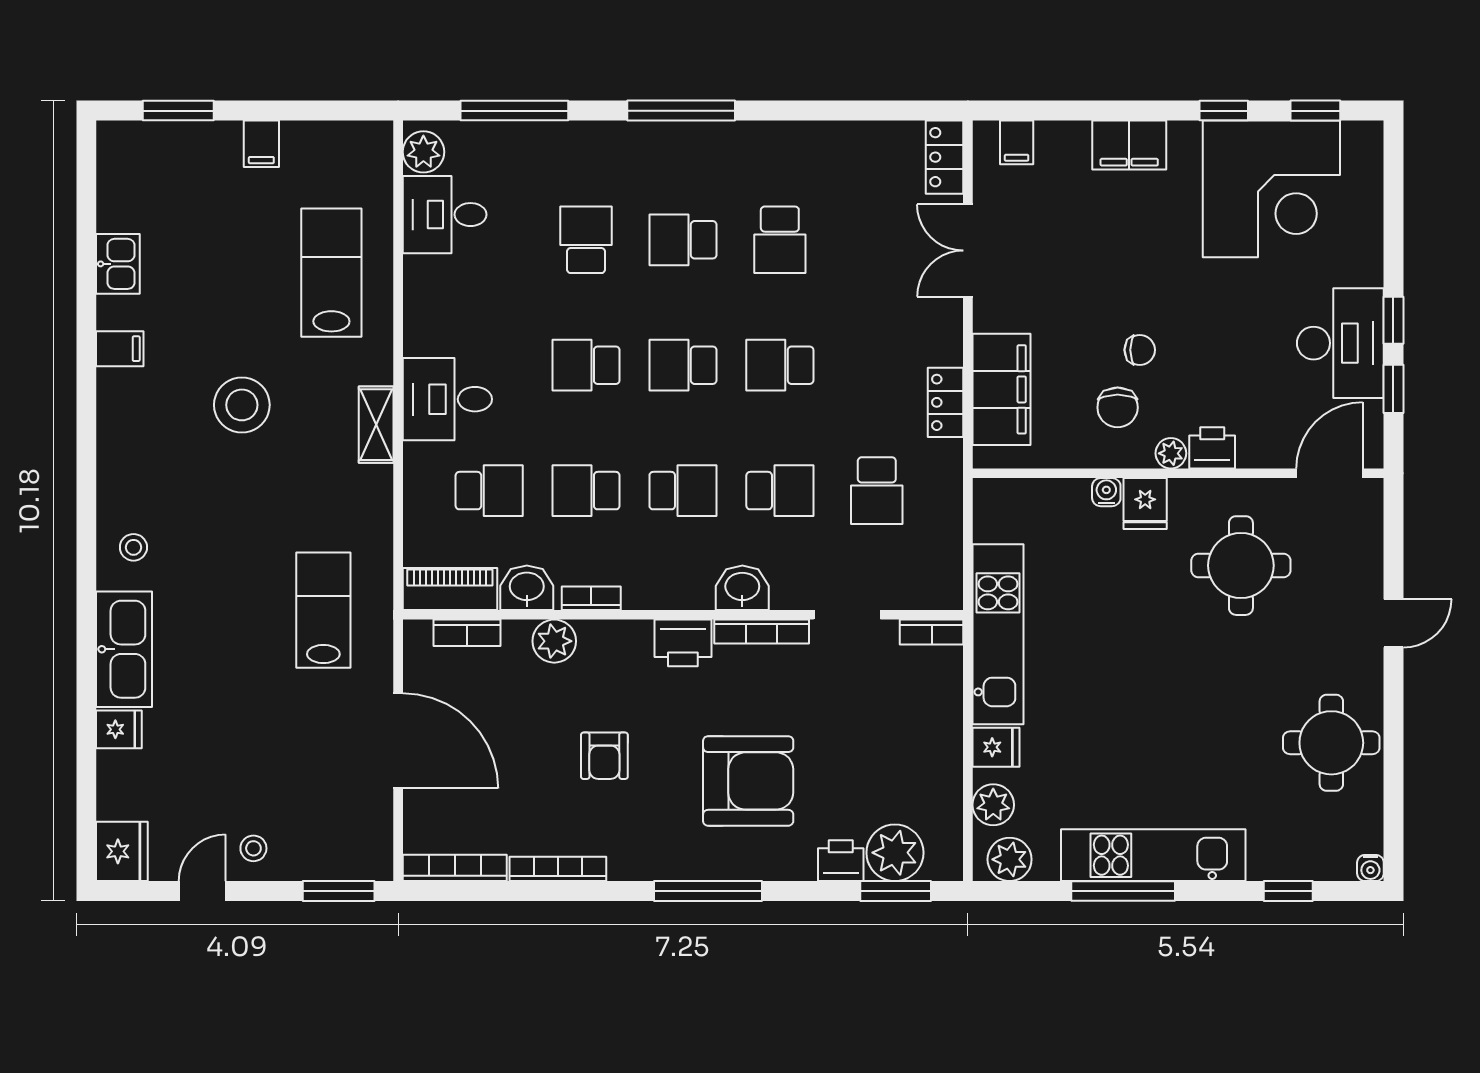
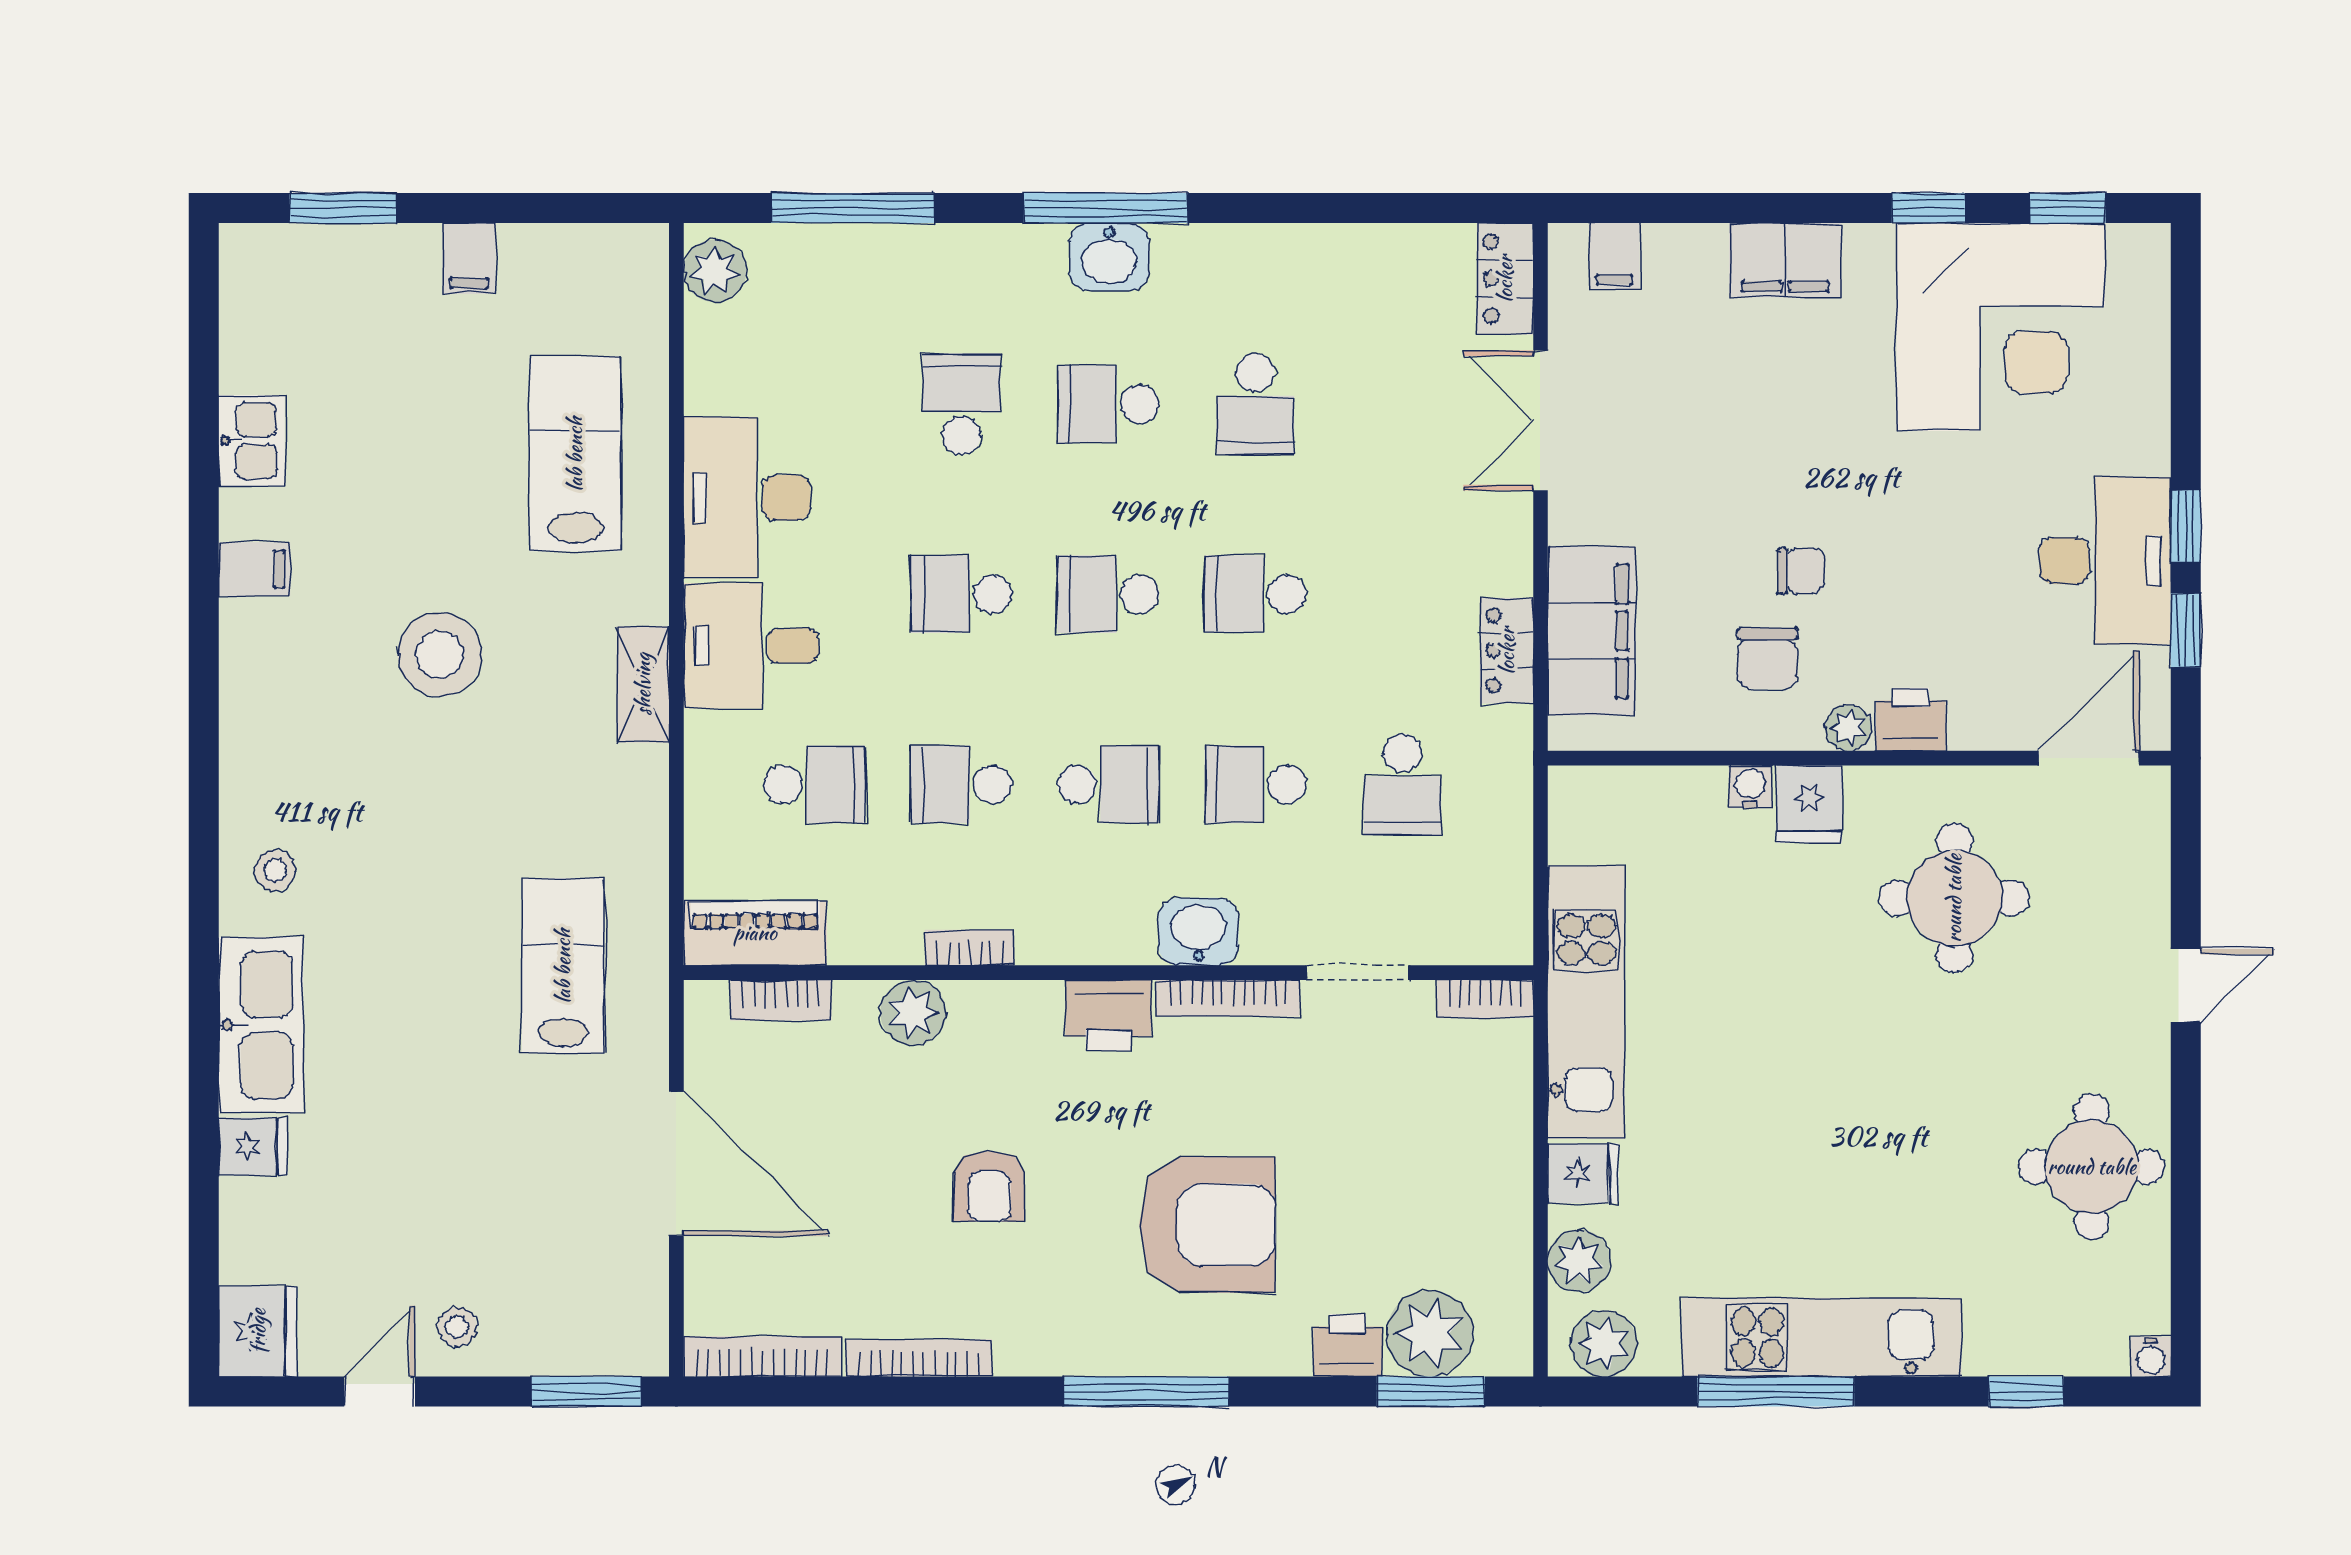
desk: (445, 215) -> (747, 498), moved, width x1.37
school desk: (780, 491) -> (1255, 784), turned 180
washbasin: (527, 588) -> (1109, 257), moved, turned 180

